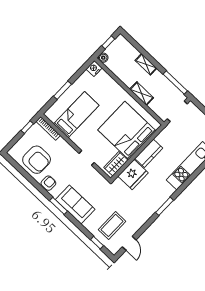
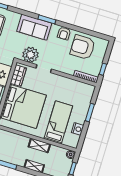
nightstand: (94, 68) -> (78, 129), moved
shelving: (142, 94) -> (39, 145), moved
bed: (76, 115) -> (58, 122), moved, turned 180
plant: (93, 179) -> (30, 55), added

